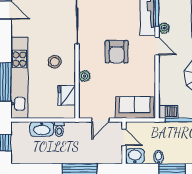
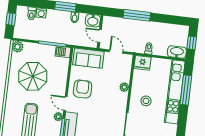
armchair: (117, 52) -> (83, 89), moved
fridge: (67, 95) -> (142, 63), moved, turned 90
door: (100, 120) -> (116, 52), hinge flipped
washbasin: (42, 129) -> (177, 52), moved

